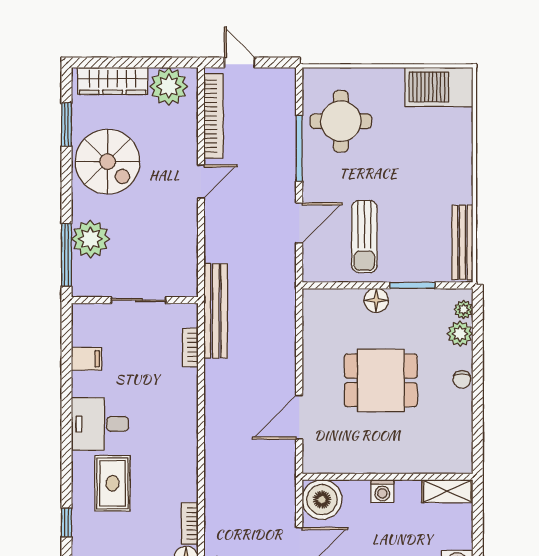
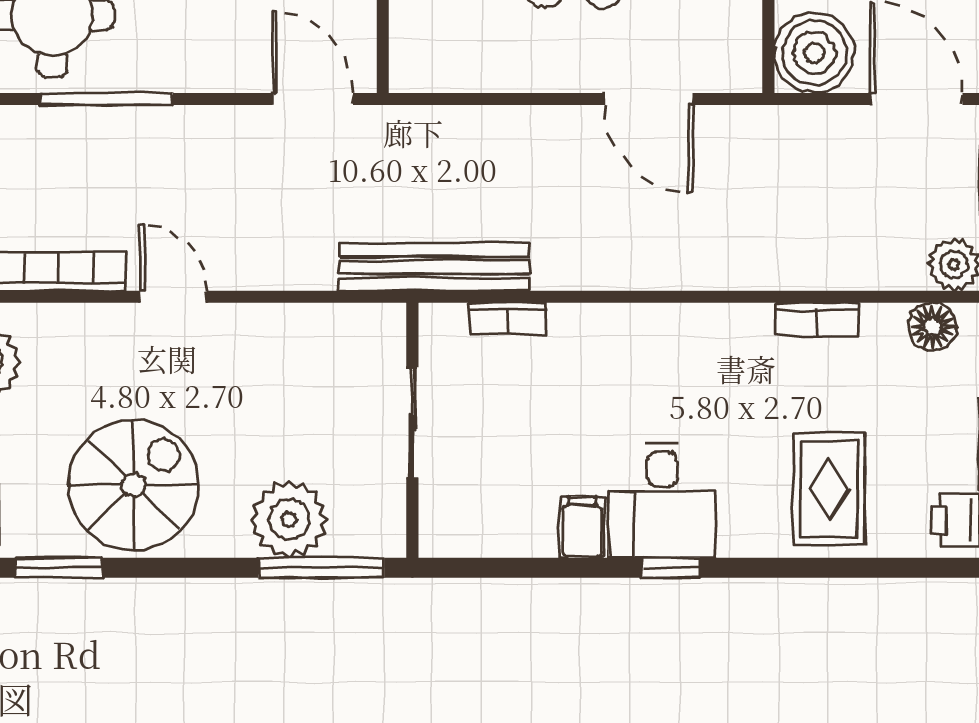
door: (299, 223) -> (313, 99), moved
filing cabinet: (87, 359) -> (582, 527), moved
rug: (112, 483) -> (829, 489), moved, turned 90
window: (66, 523) -> (671, 568), moved
bookcase: (190, 523) -> (818, 319), moved

